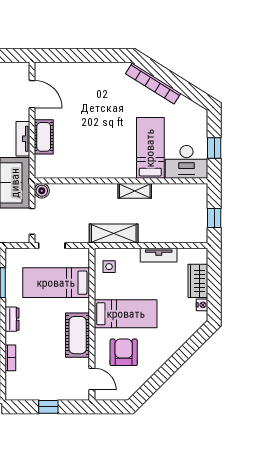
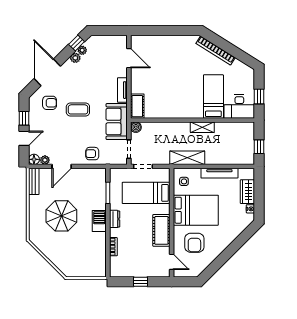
cot: (44, 137) -> (137, 106), moved
tv unit: (159, 255) -> (219, 173), width x1.41
bed: (126, 314) -> (196, 210), width x1.50
armchair: (124, 352) -> (194, 243), turned 180

